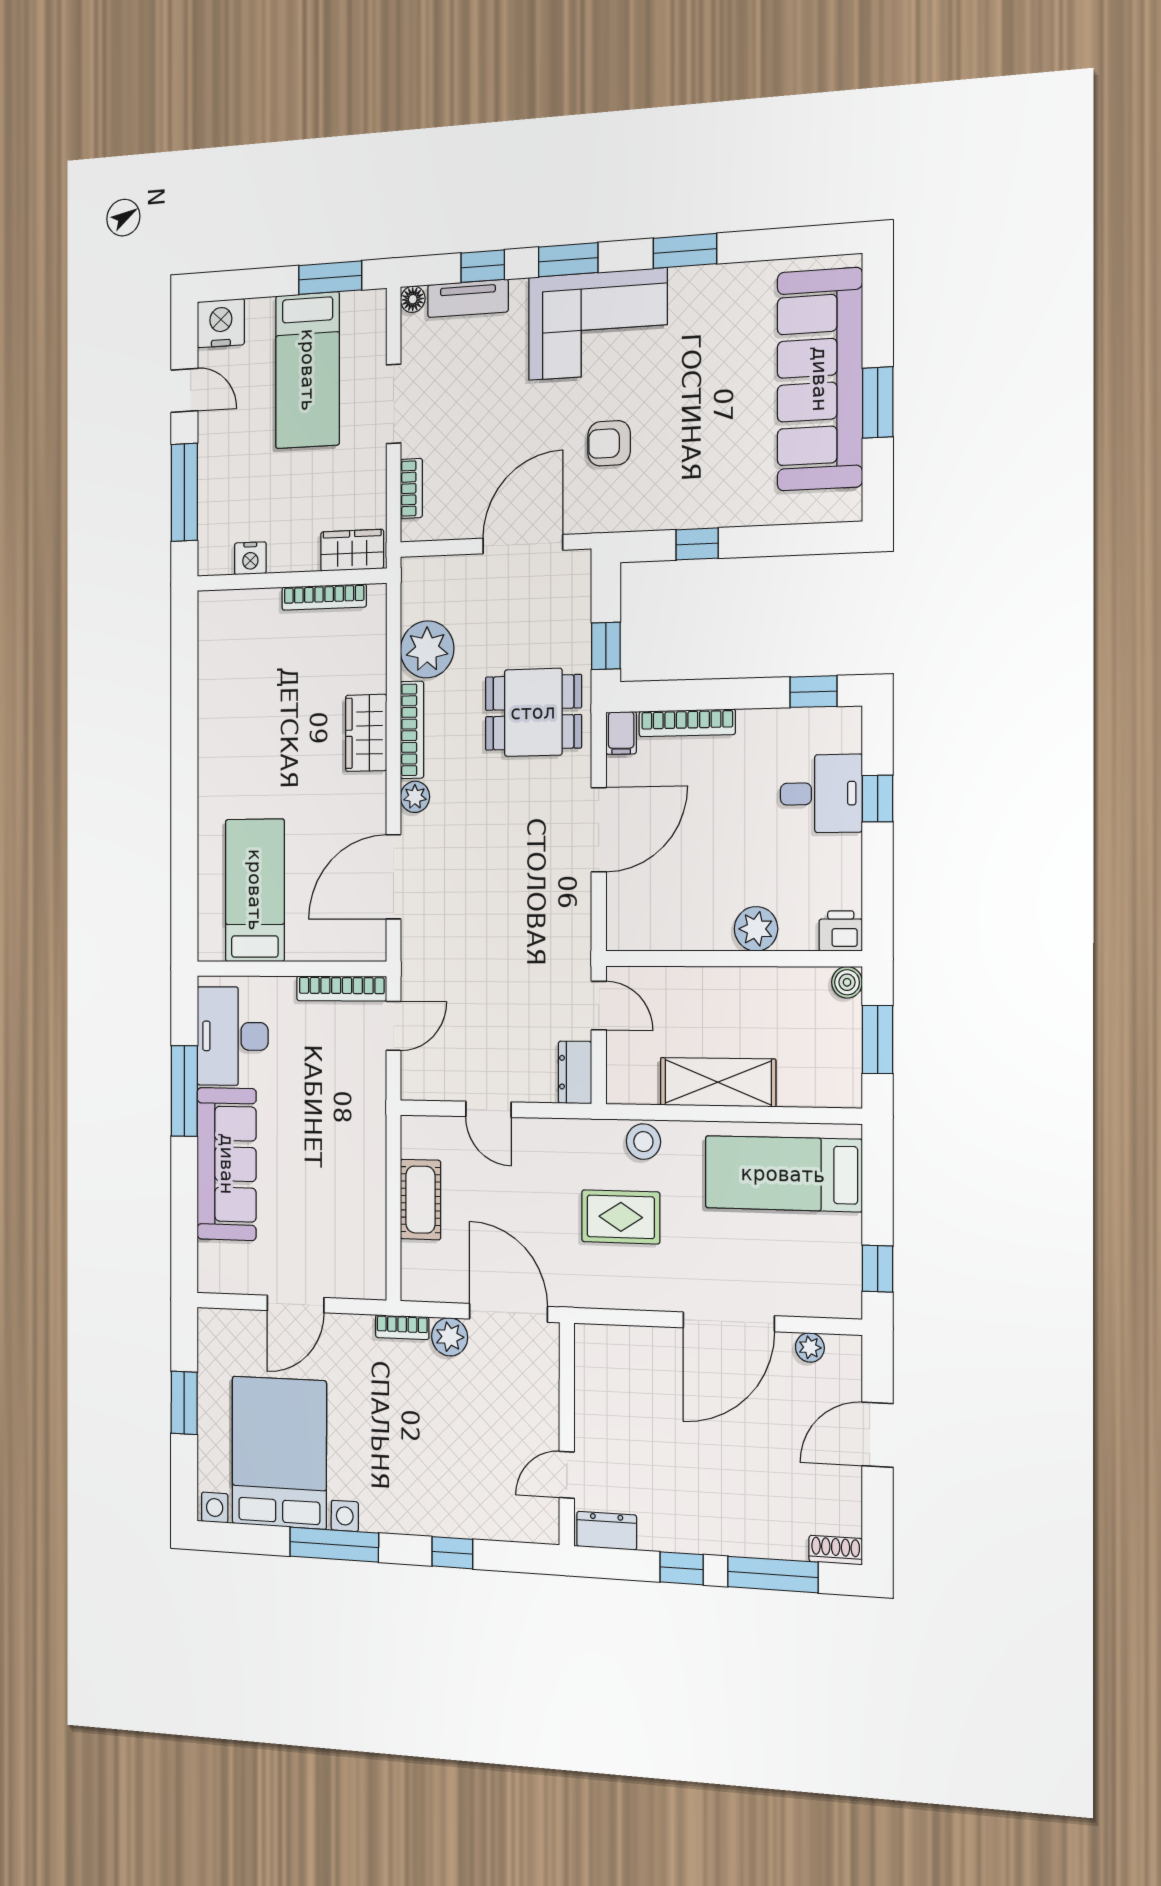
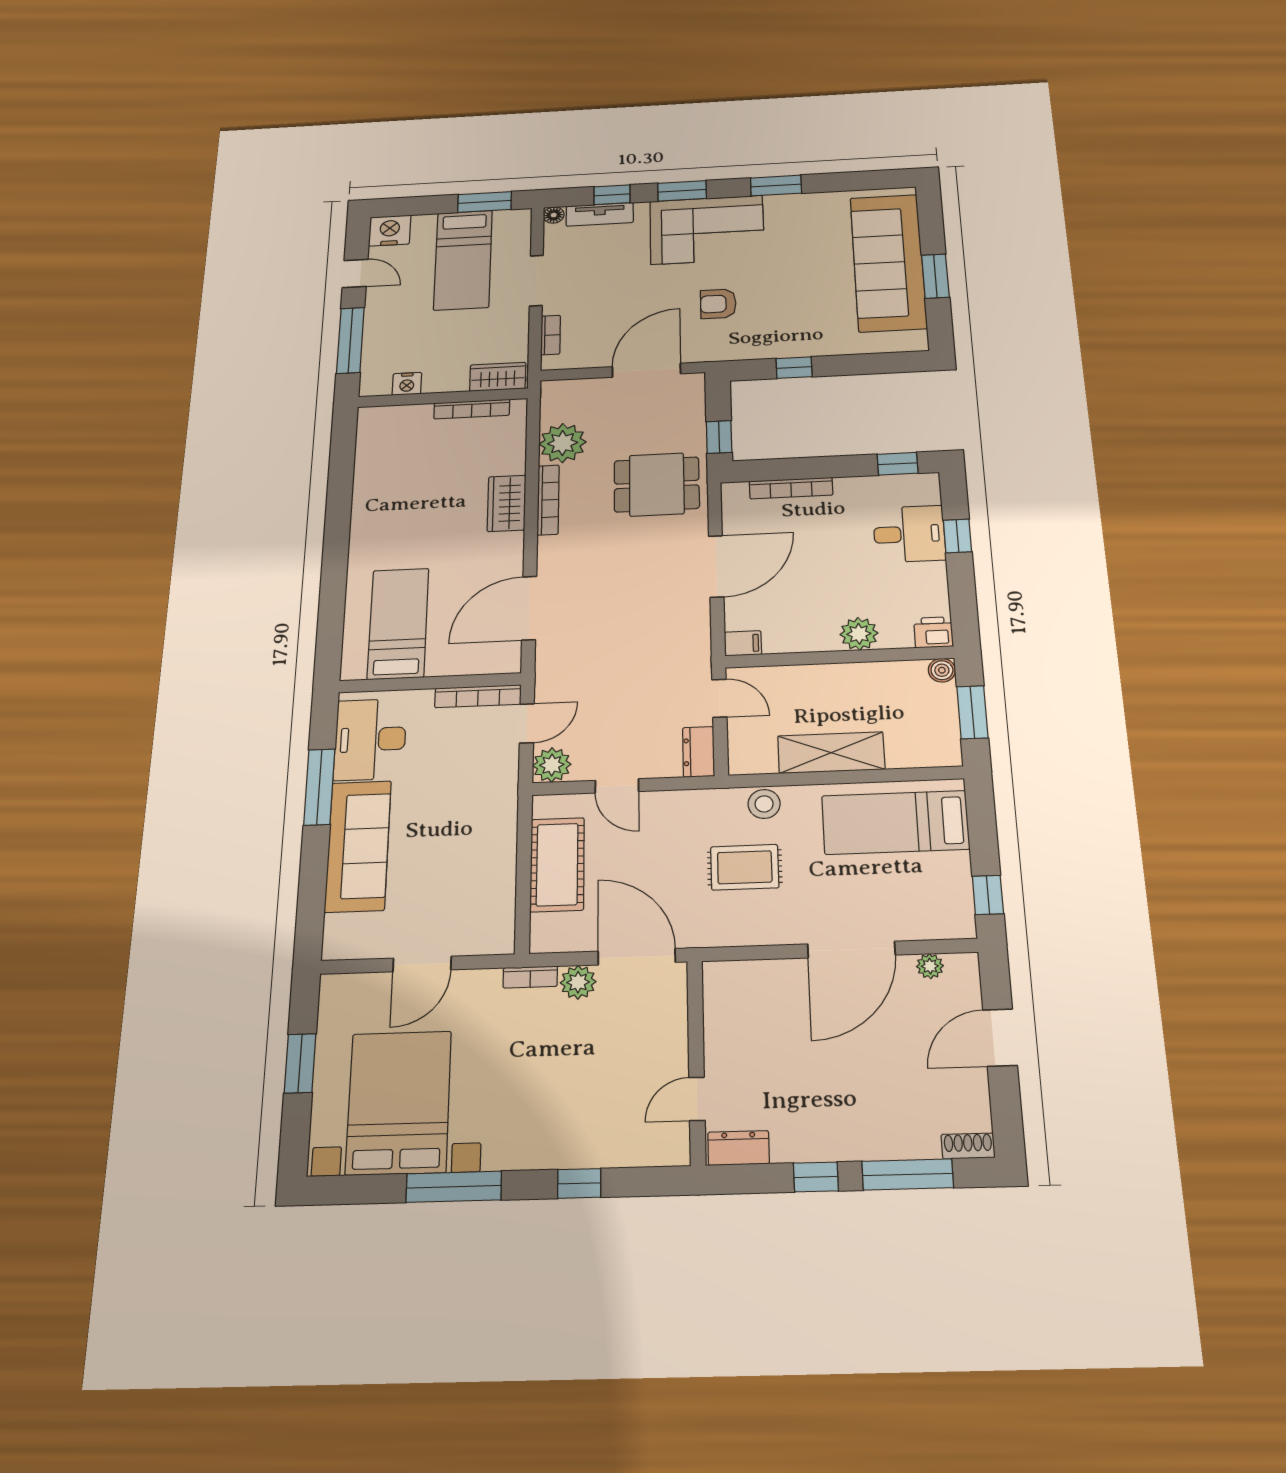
filing cabinet: (621, 733) -> (743, 643), moved, turned -90
plant: (415, 797) -> (552, 765), moved, width x1.38, depth x1.38
cot: (420, 1200) -> (557, 864), width x1.37, depth x1.34

